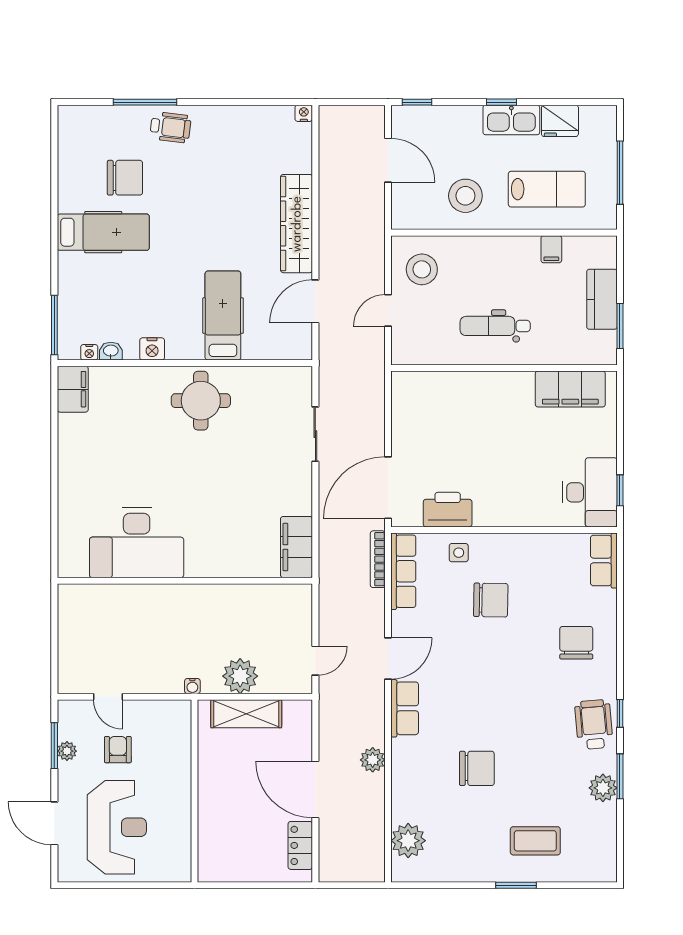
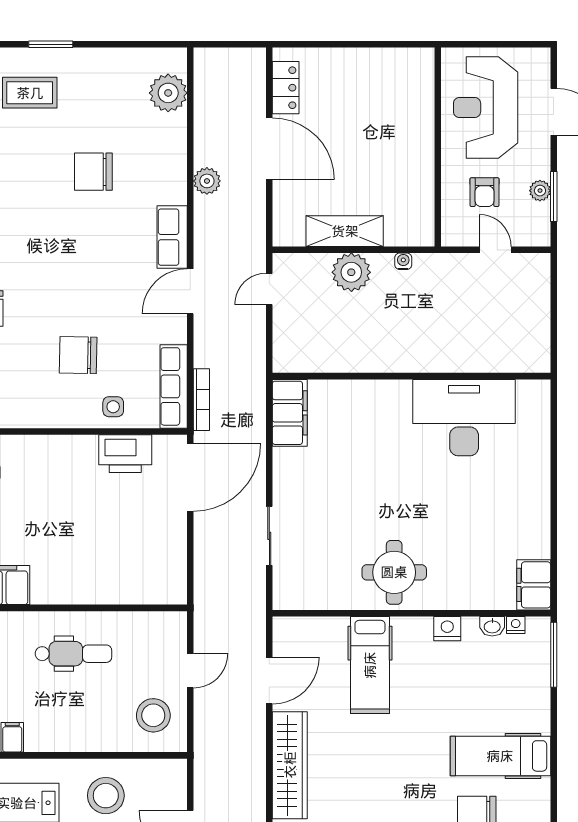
wall: (195, 791) -> (438, 147), moved

